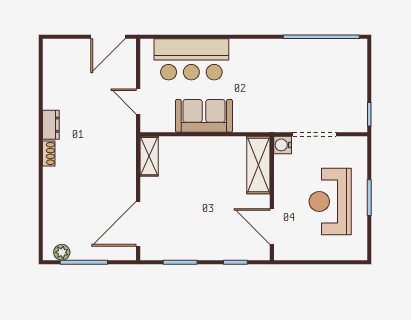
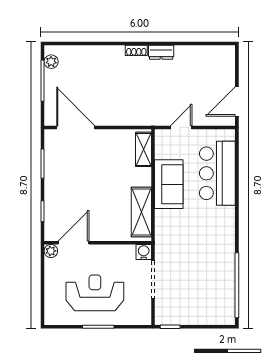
door: (108, 37) -> (237, 101), hinge flipped
shelving: (149, 156) -> (143, 149), moved, turned 90
shelving: (258, 165) -> (141, 212), moved, turned 90
plant: (281, 253) -> (51, 251), added

